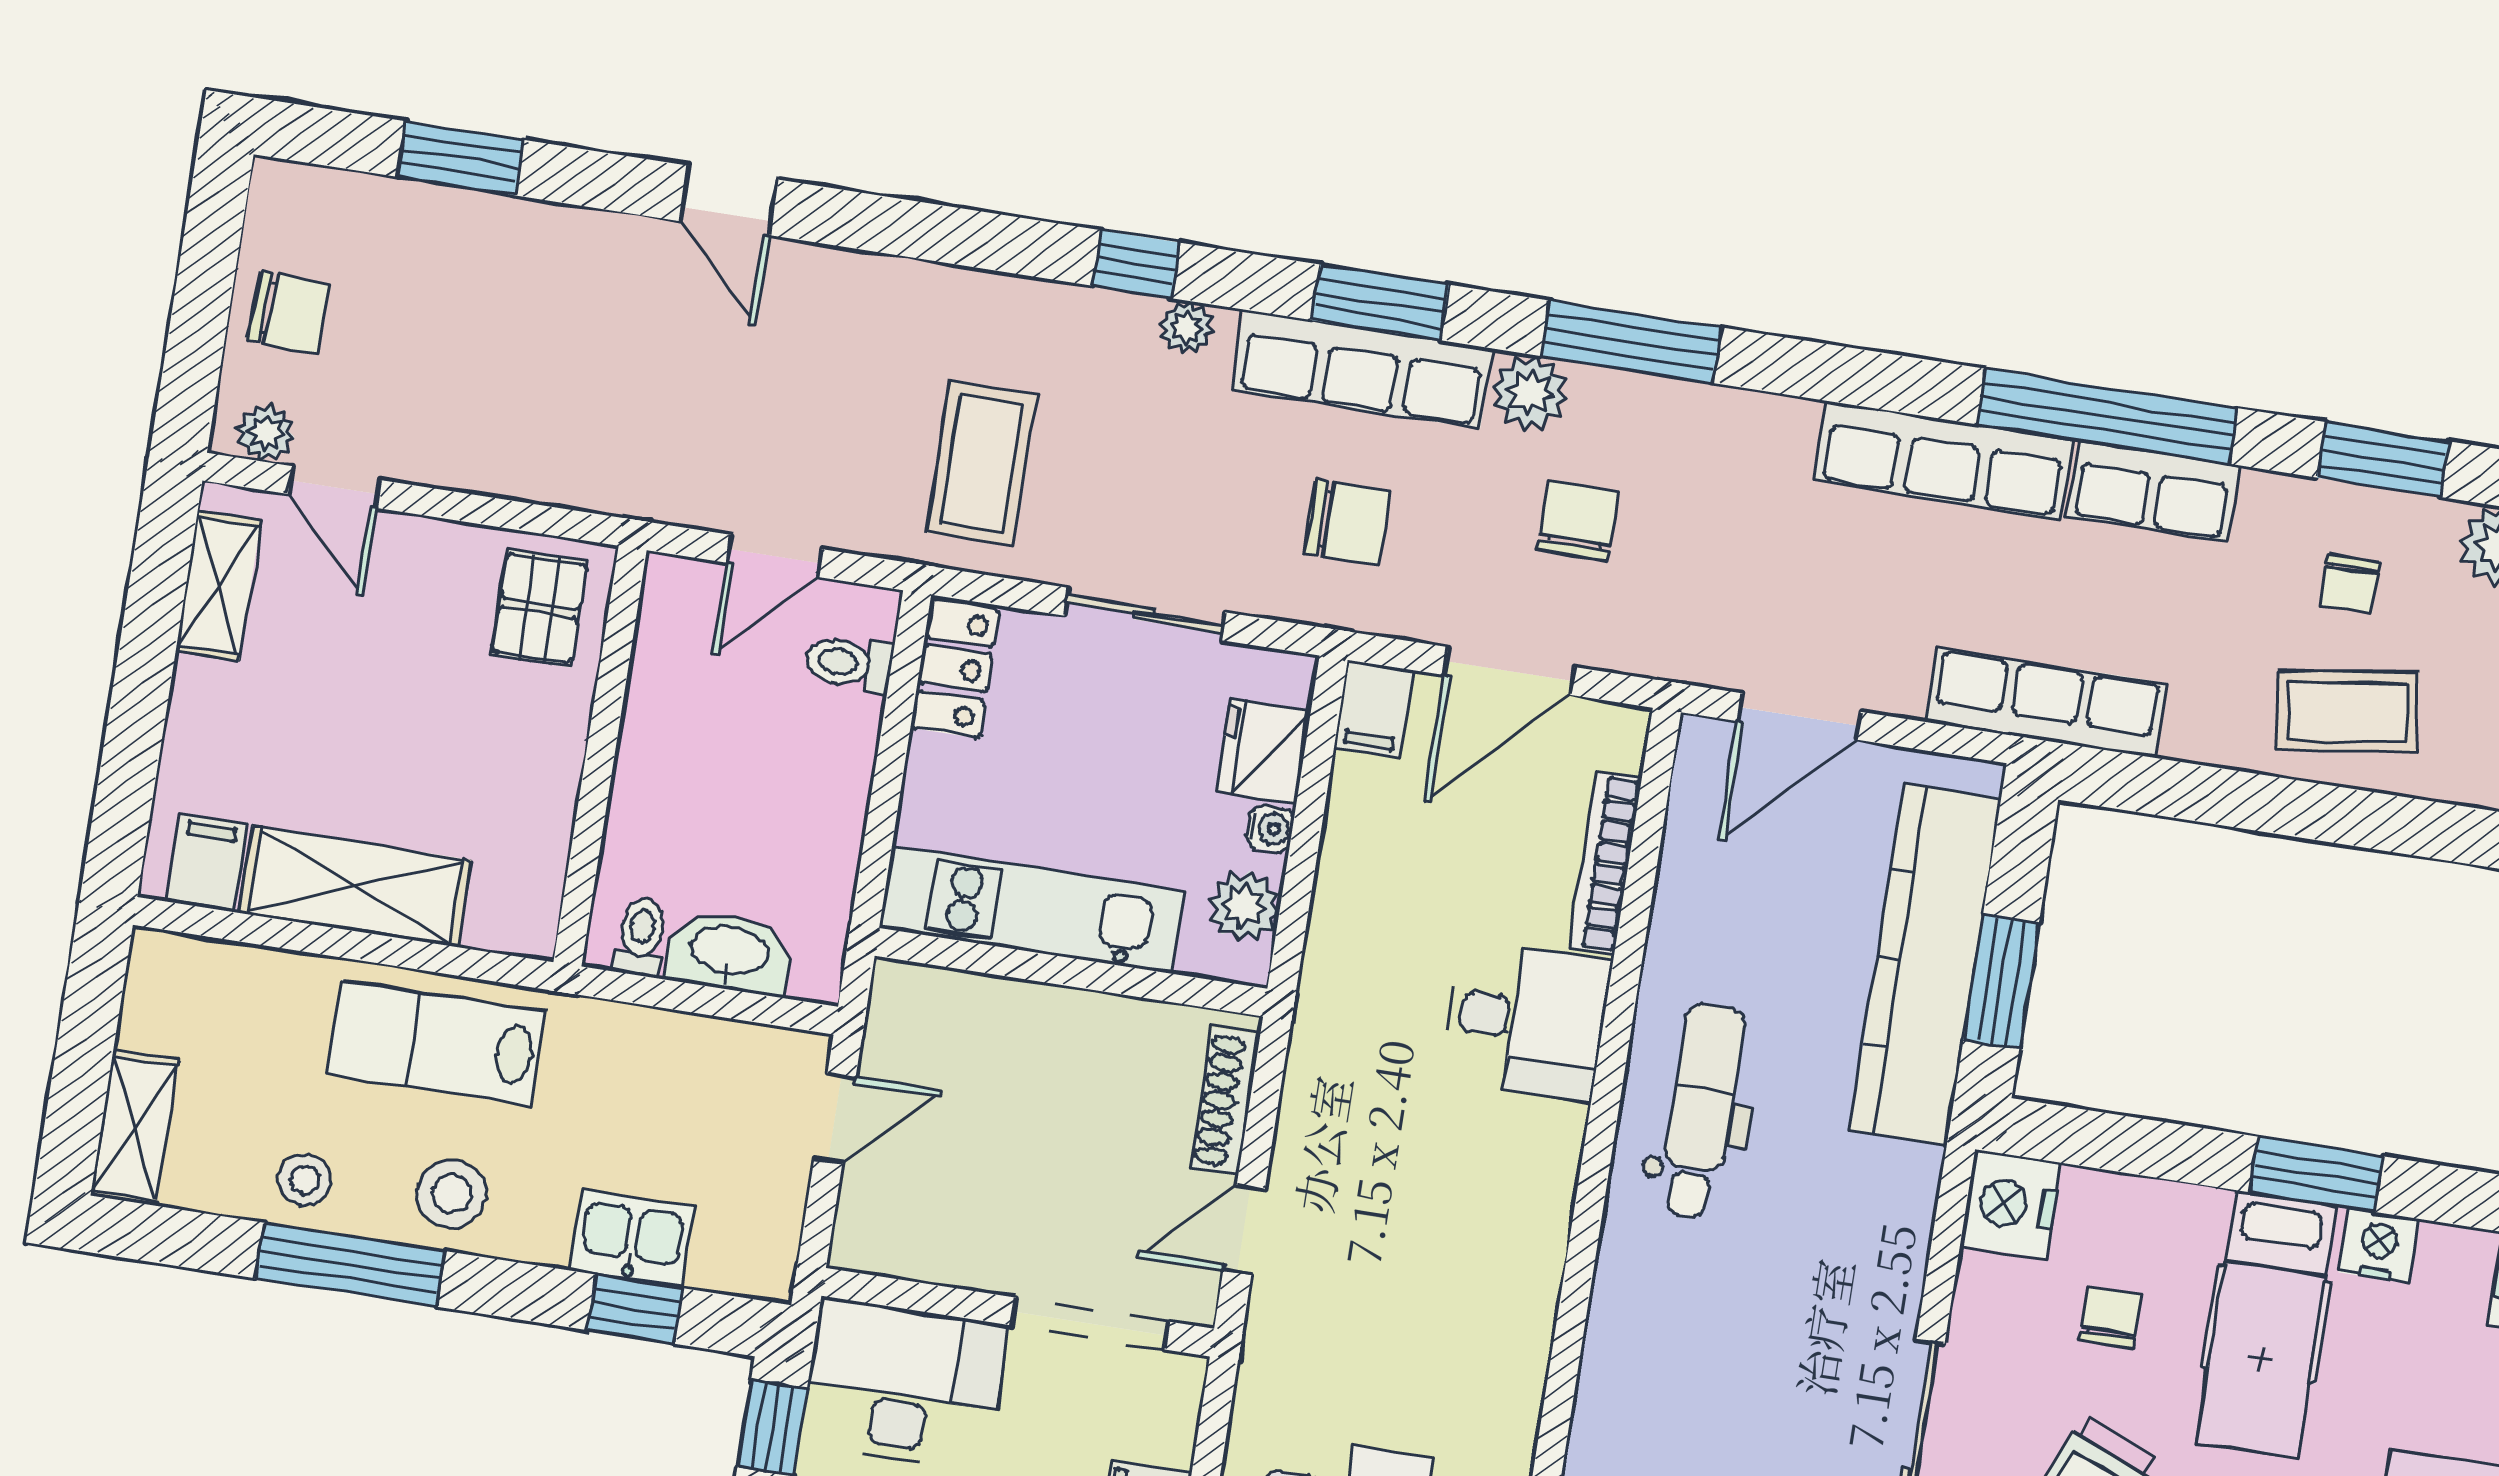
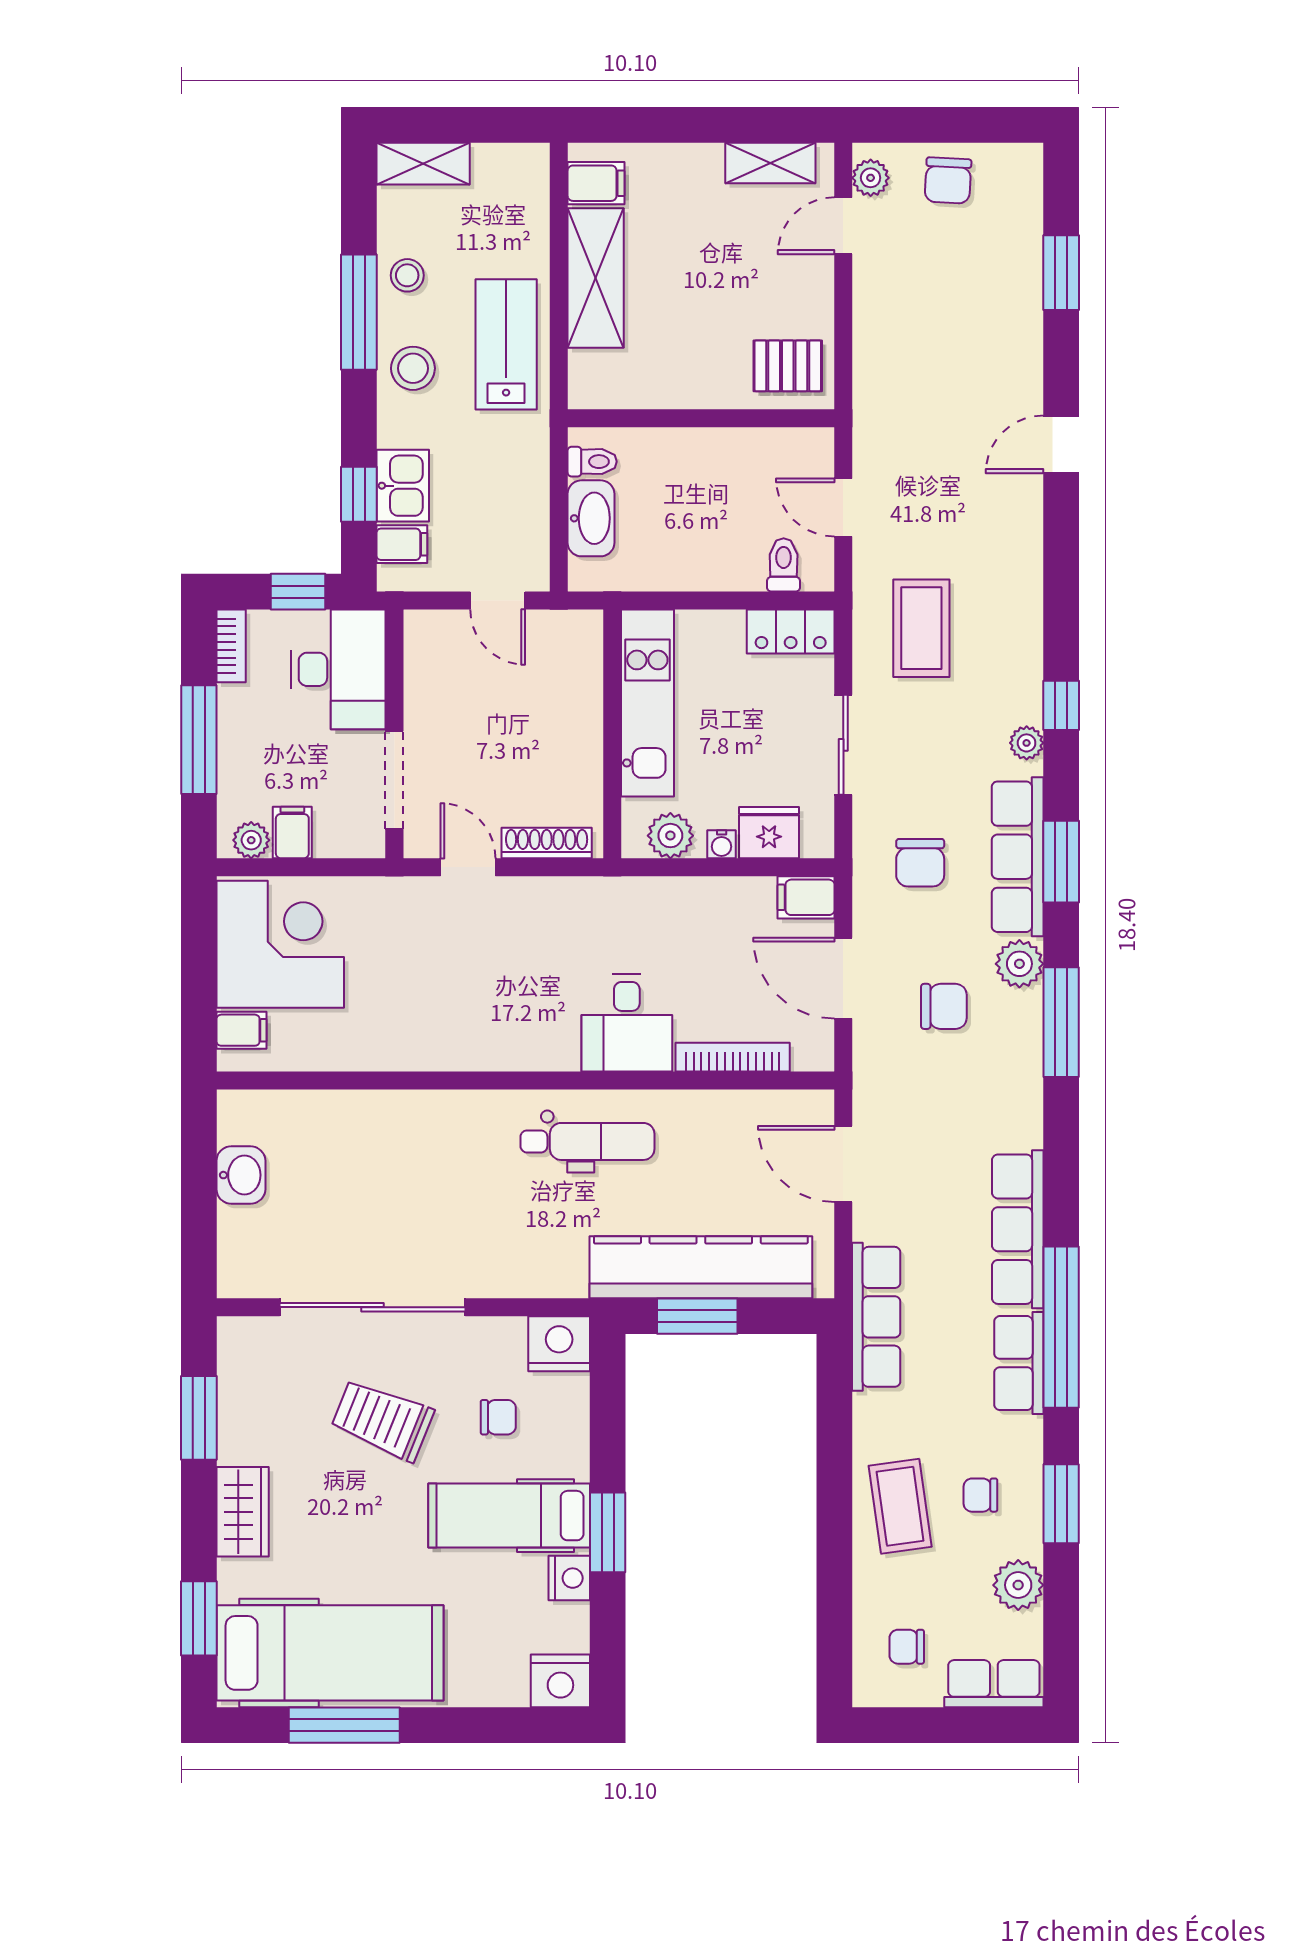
coffee table: (982, 463) -> (921, 628), turned 90
filing cabinet: (724, 1254) -> (402, 544), added

